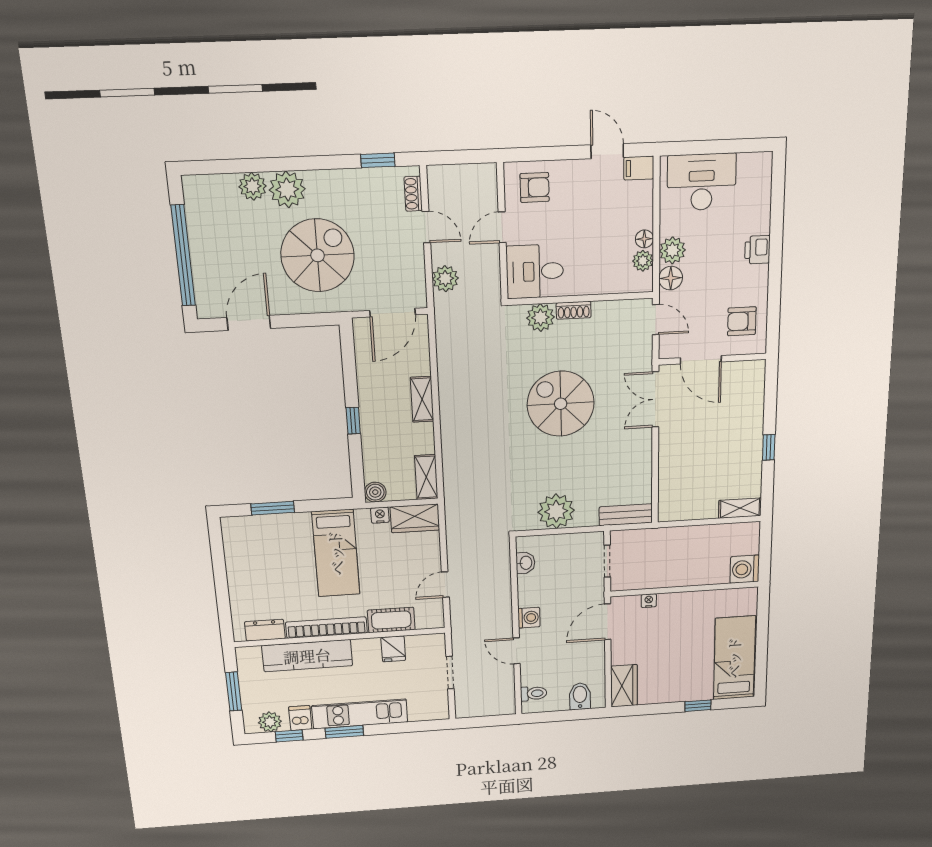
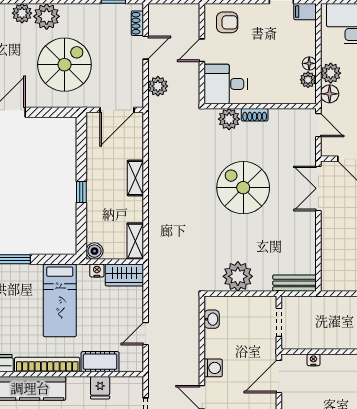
door: (426, 227) -> (146, 48), hinge flipped

